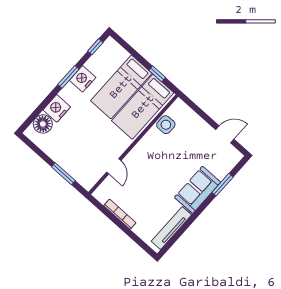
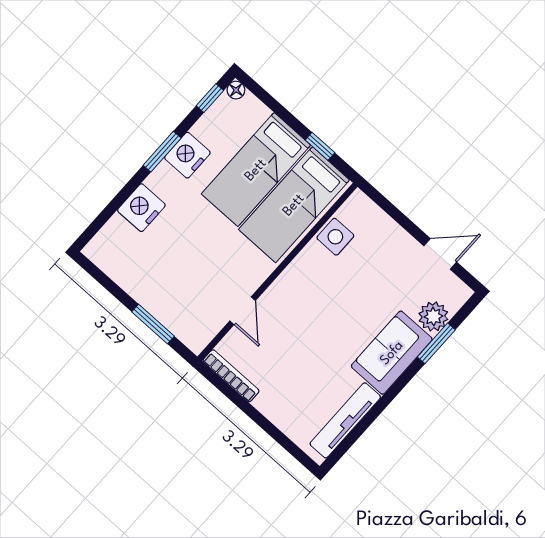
floor lamp: (43, 124) -> (236, 90), moved, width x0.53, depth x0.53
plant: (221, 169) -> (433, 316), added
bookcase: (120, 214) -> (231, 376), moved

